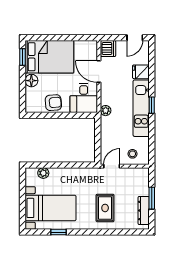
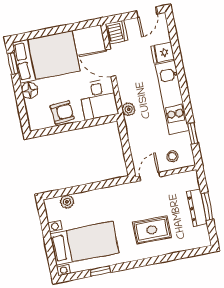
window: (152, 105) -> (193, 133), moved
rug: (105, 208) -> (152, 230), turned 90
dresser: (144, 211) -> (197, 208), moved

